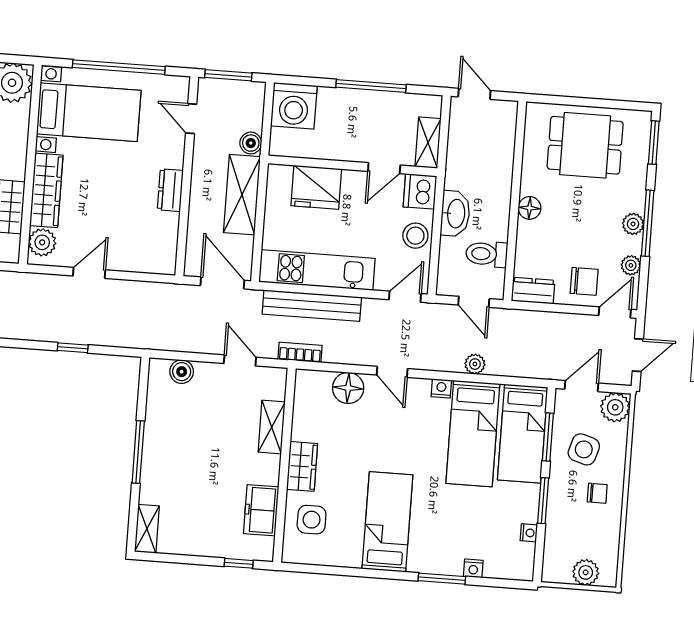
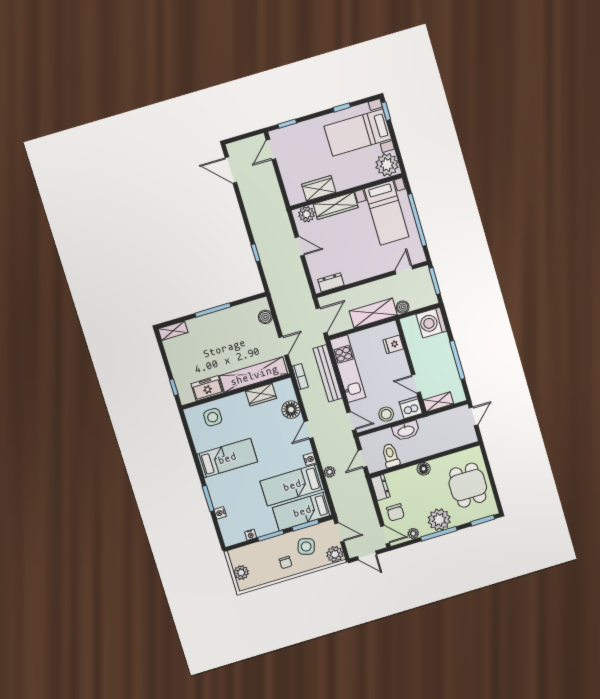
fridge: (316, 187) -> (393, 344), width x0.53, depth x0.75
dresser: (170, 190) -> (331, 282), moved
plant: (633, 224) -> (439, 520), width x1.87, depth x1.87
shelving: (272, 427) -> (254, 375), width x2.20, depth x1.33
wardrobe: (302, 466) -> (261, 395), moved

